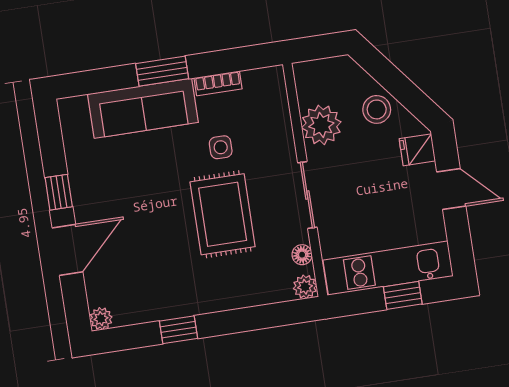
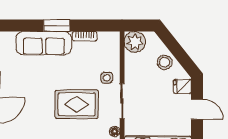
plant: (321, 125) -> (135, 42), moved
side table: (221, 147) -> (107, 78), moved
rug: (223, 214) -> (77, 104), turned 90

